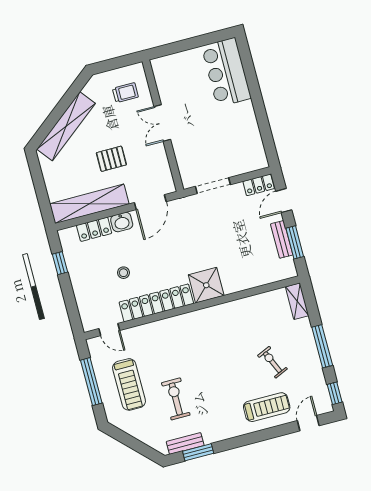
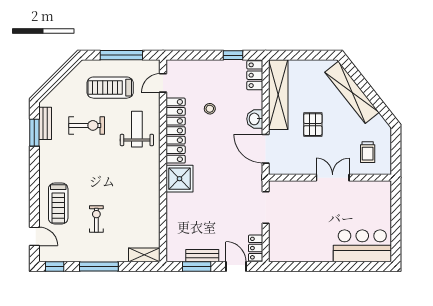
locker: (94, 229) -> (255, 75), moved
weight bench: (166, 344) -> (137, 129), added
exercise bike: (272, 362) -> (96, 219), turned -66

